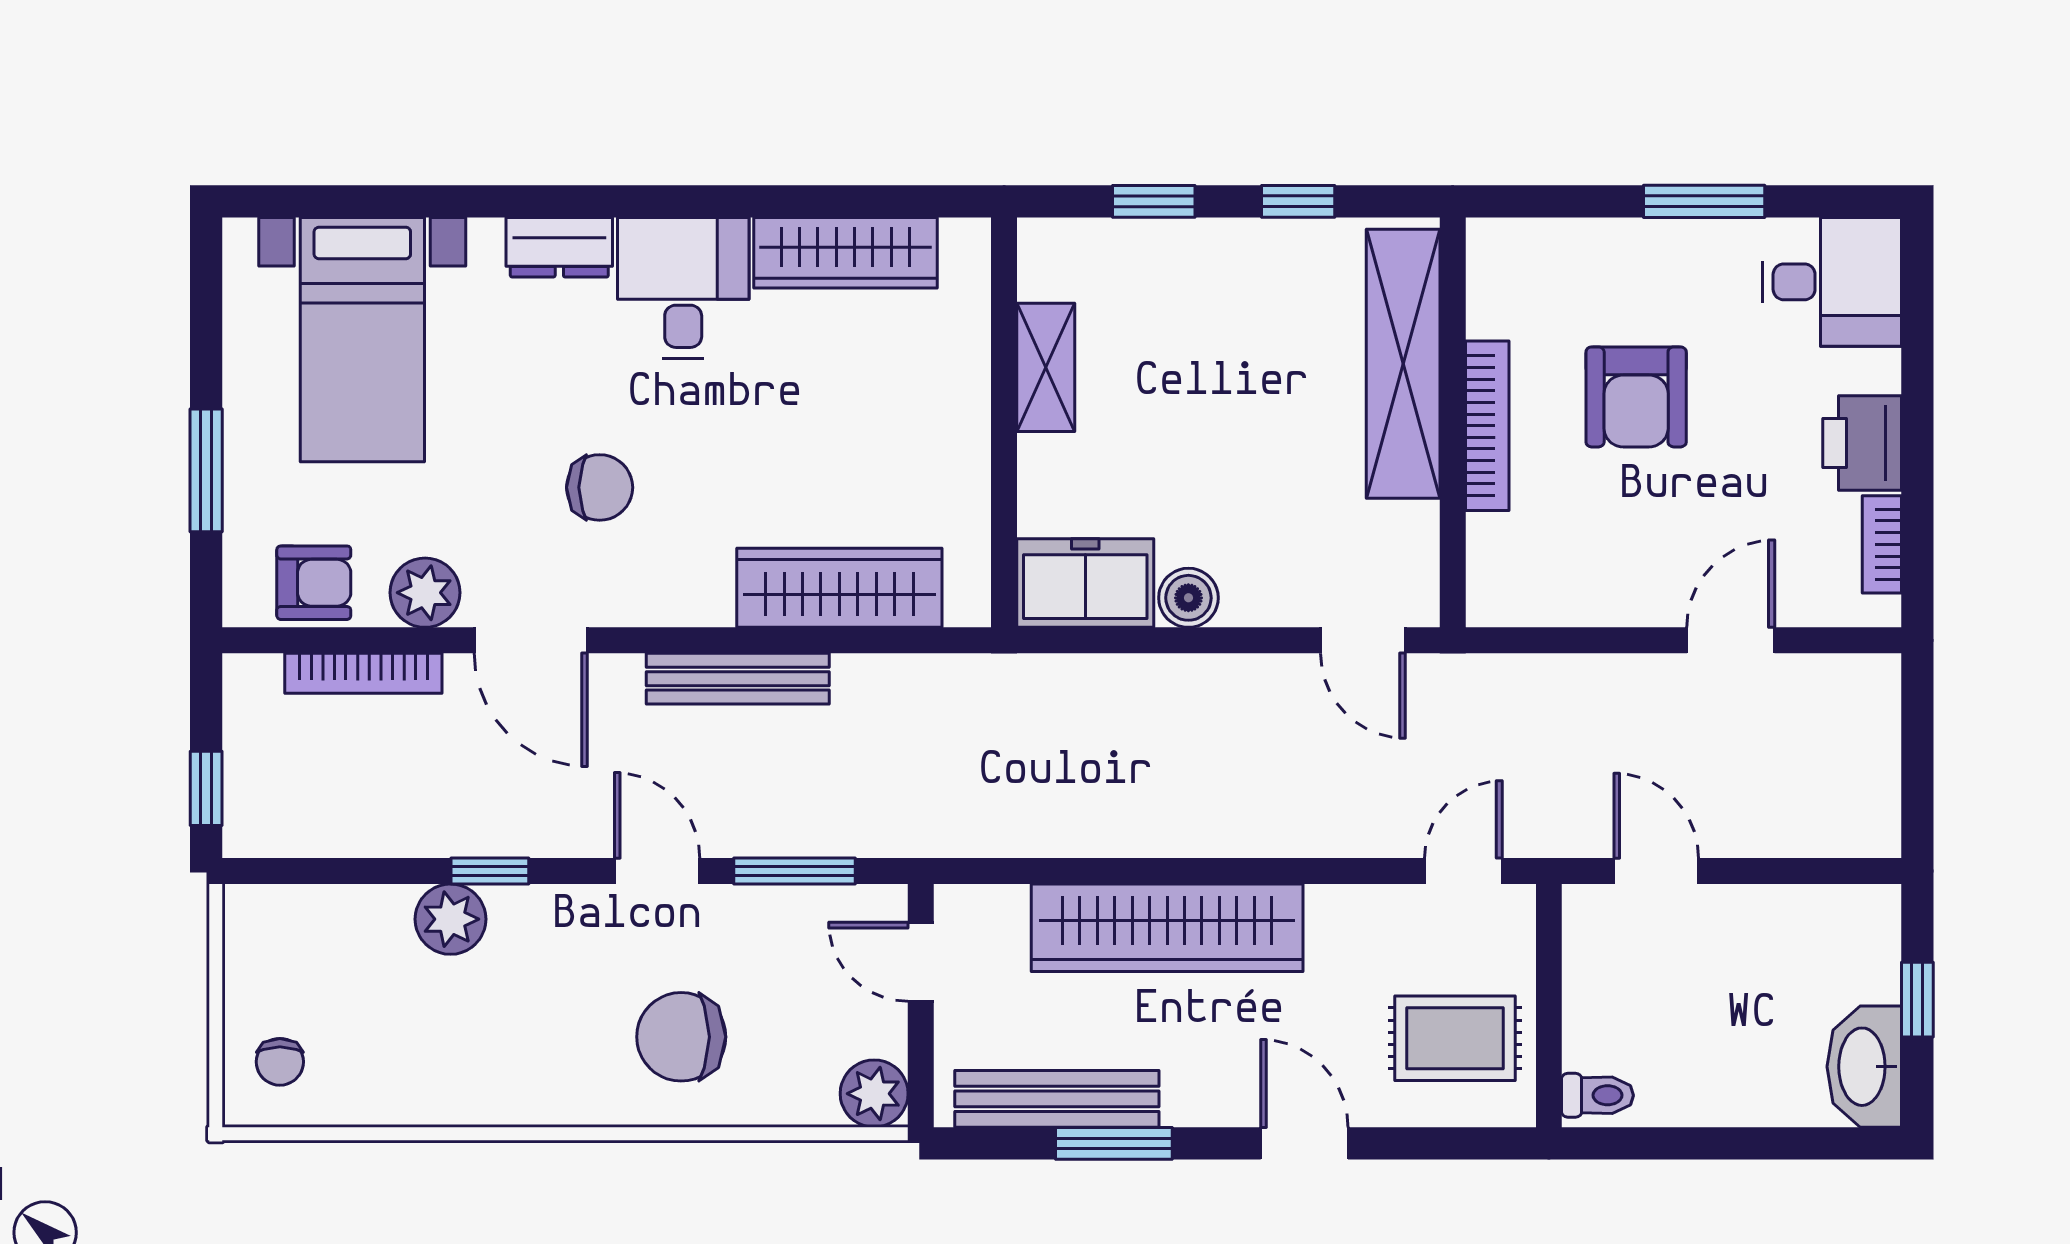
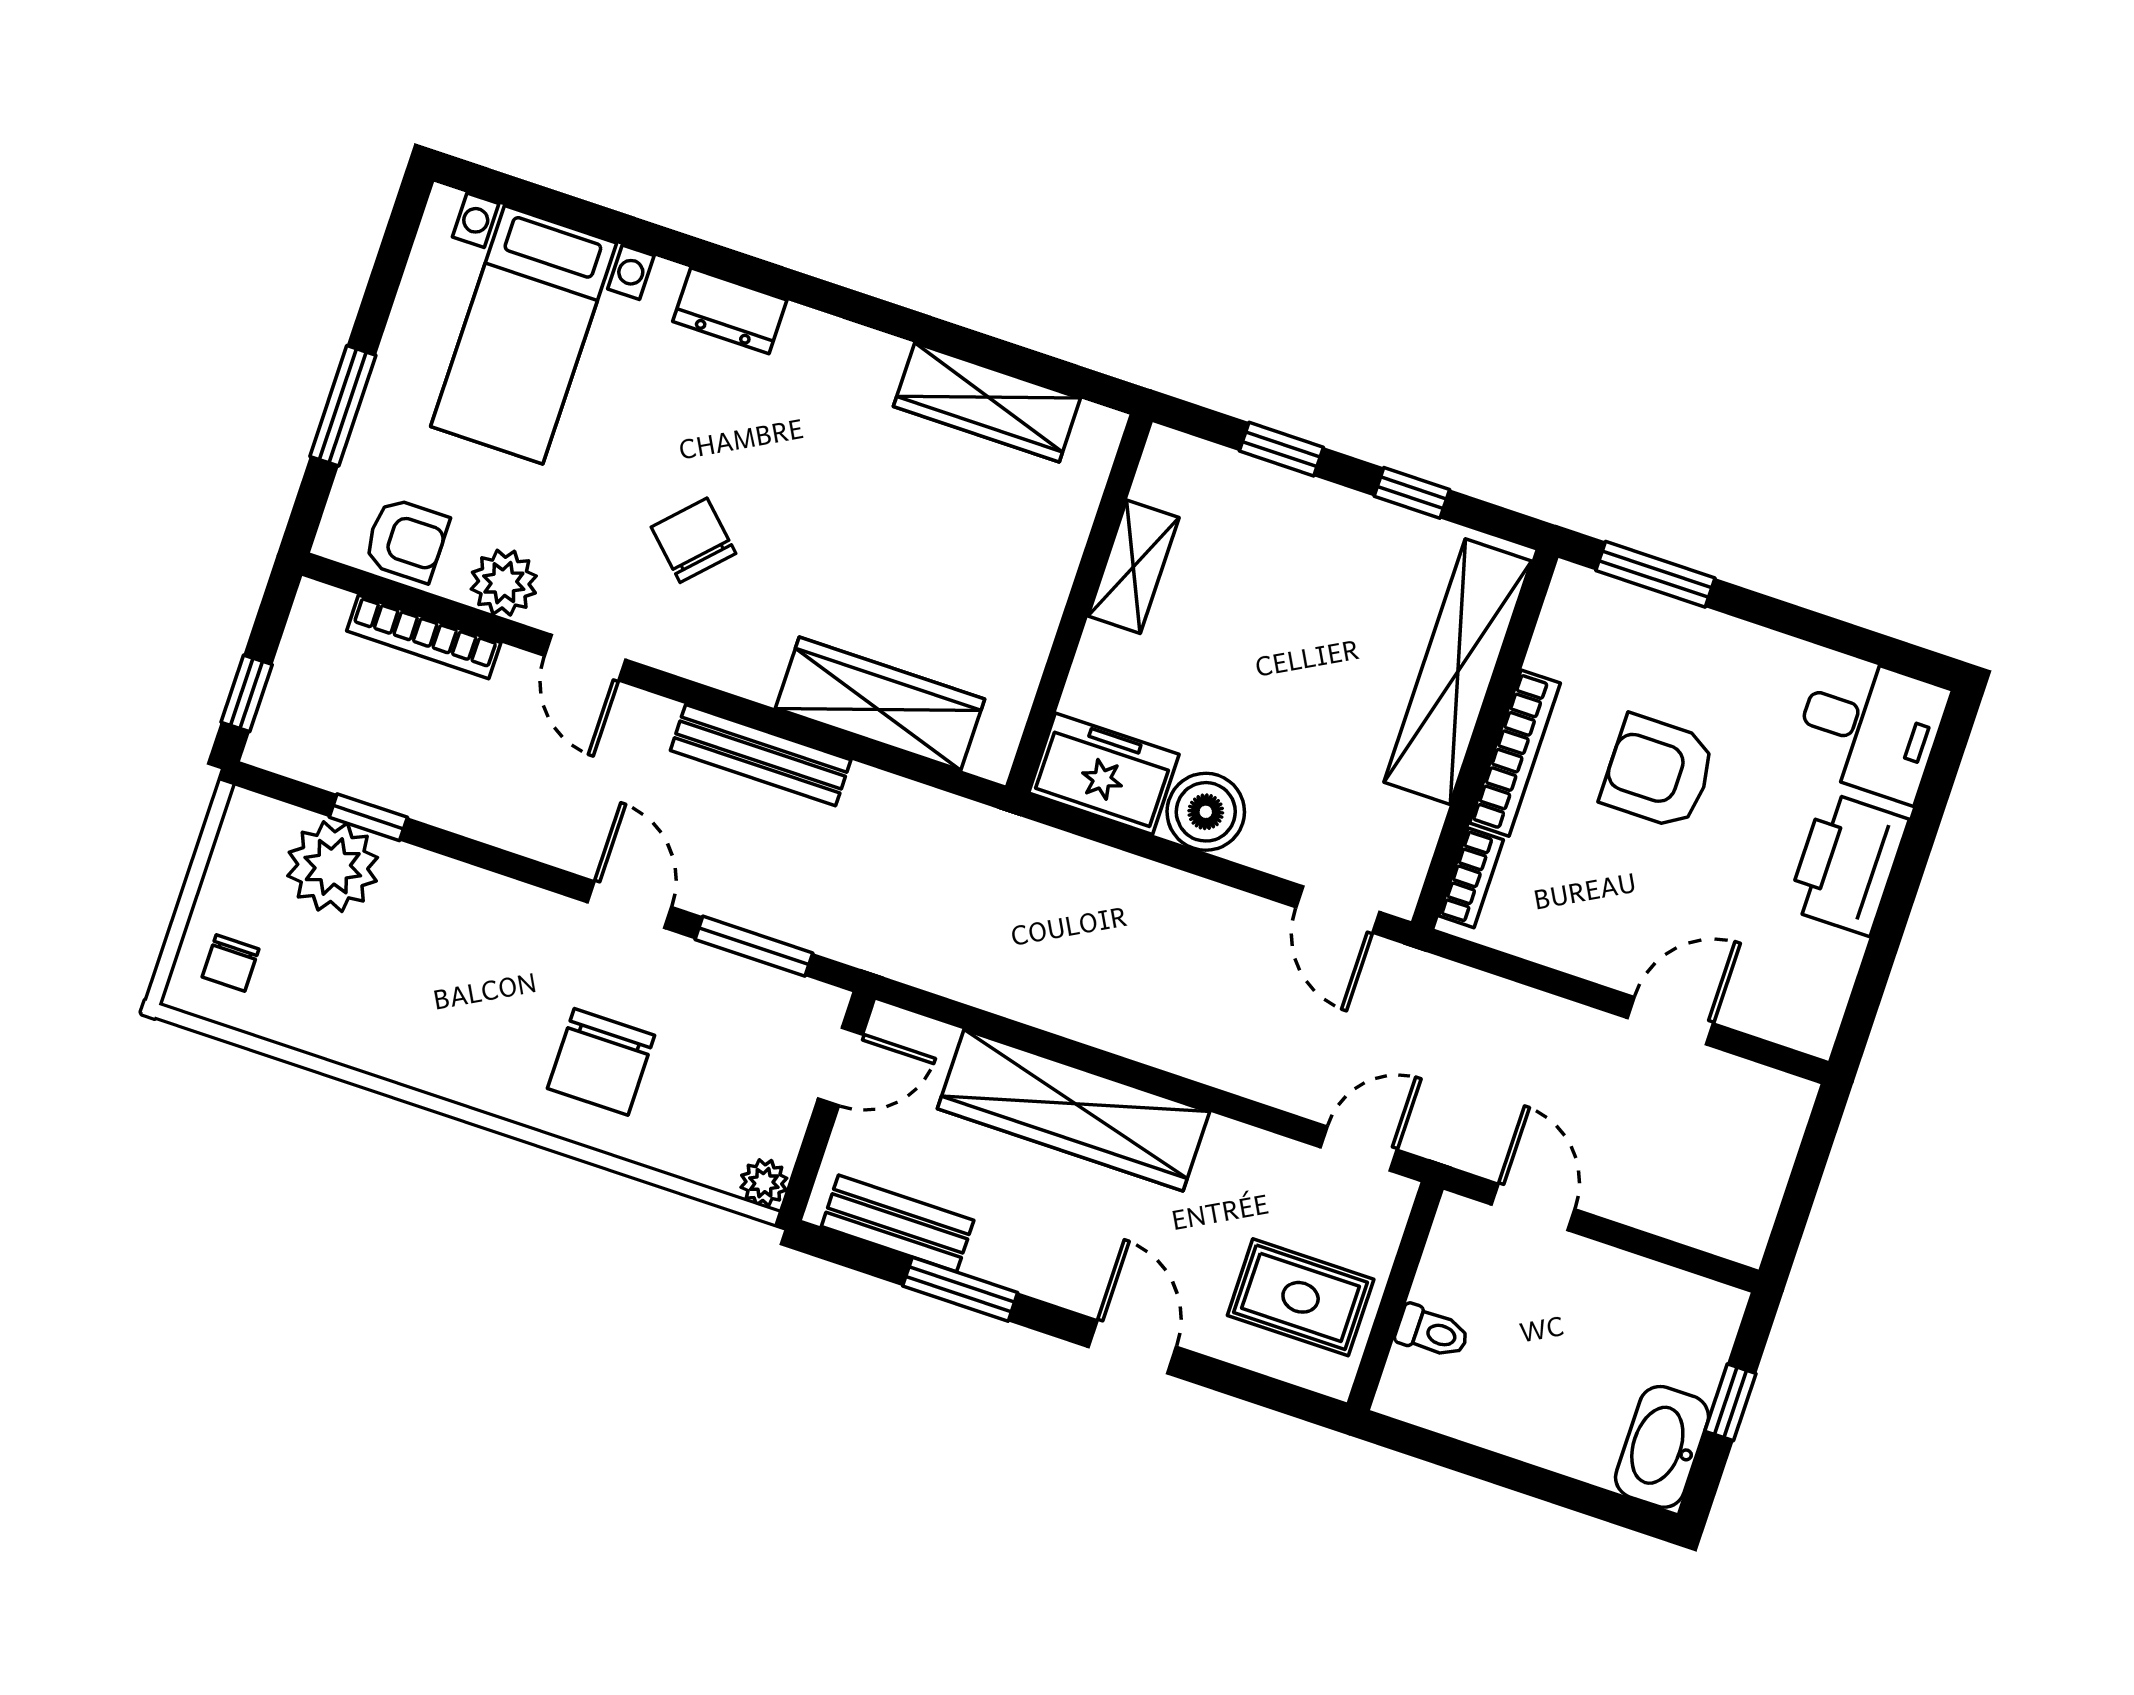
window: (1704, 201) -> (1655, 574), moved
desk: (683, 288) -> (829, 385), removed
armchair: (1636, 397) -> (1658, 772), turned 90
printer: (1862, 443) -> (1847, 864), width x1.37, depth x1.19
chair: (600, 487) -> (694, 540), turned -136
bookcase: (1882, 544) -> (1471, 878), moved, turned 180
boiler: (1188, 598) -> (1206, 812), width x1.36, depth x1.36
door: (531, 640) -> (585, 658), width x0.73
window: (490, 871) -> (368, 817), moved
plant: (451, 919) -> (333, 867), moved, width x1.36, depth x1.36
door: (921, 962) -> (840, 1066), swing flipped
chair: (681, 1037) -> (601, 1062), turned -90
plant: (874, 1094) -> (764, 1183), width x0.73, depth x0.73
toilet: (1597, 1095) -> (1432, 1332), moved
bench: (1057, 1099) -> (898, 1223), width x0.73

